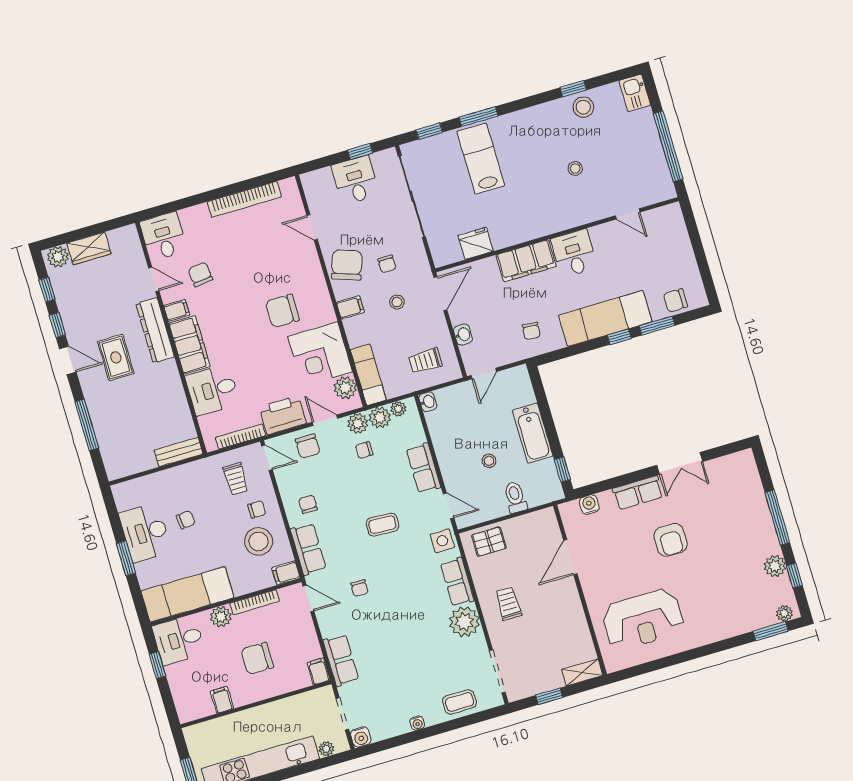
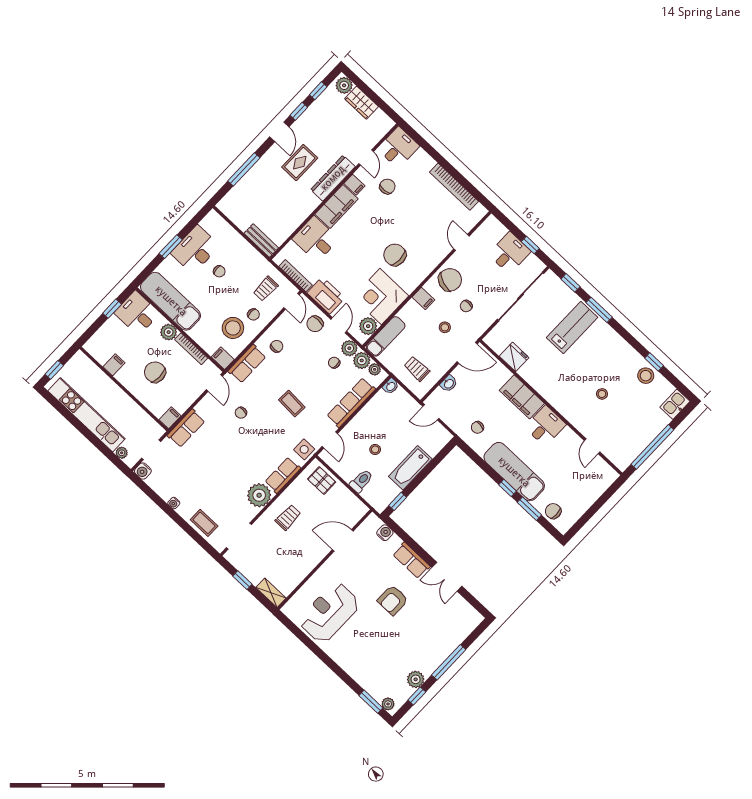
row of seats: (423, 468) -> (351, 403), width x1.48
reception desk: (643, 619) -> (329, 613), turned 90

